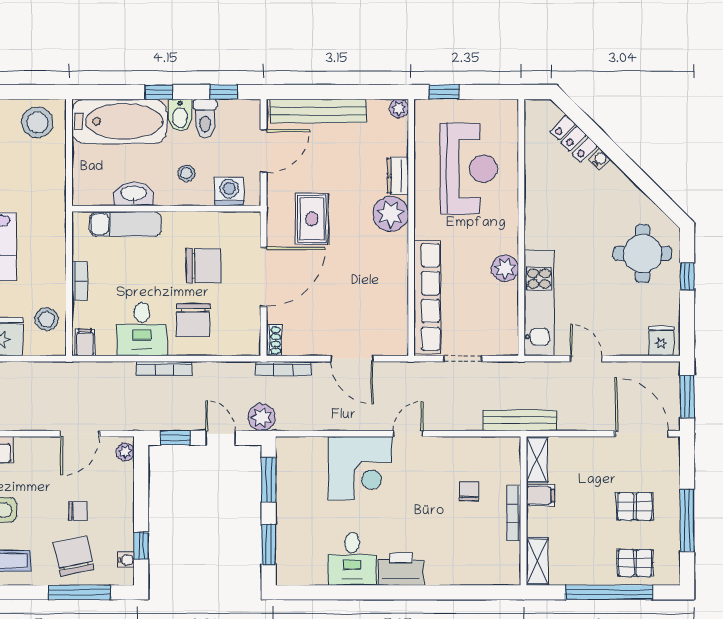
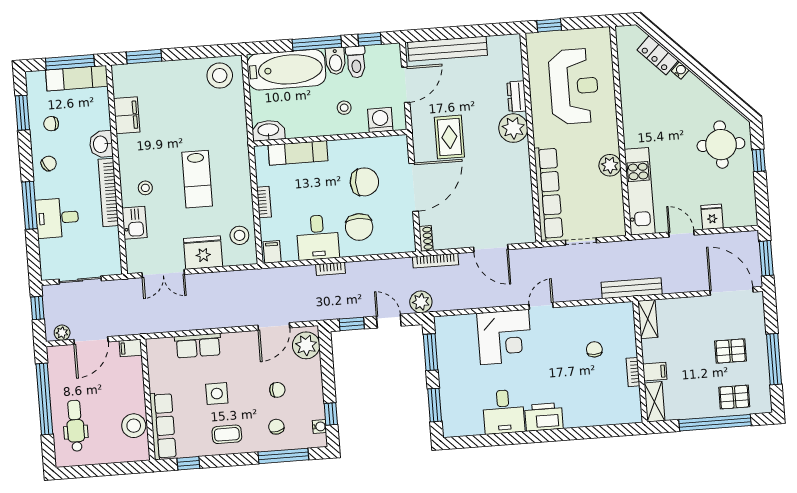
window: (159, 92) -> (317, 43), width x2.17
plant: (399, 108) -> (513, 42), removed
washbasin: (133, 194) -> (268, 130), moved
fridge: (661, 341) -> (712, 217), moved
bookcase: (164, 368) -> (330, 269), width x0.64
plant: (125, 452) -> (306, 345), width x1.88, depth x1.88
filing cabinet: (540, 495) -> (655, 372), moved
bookcase: (514, 513) -> (633, 372), width x0.64
chair: (74, 556) -> (276, 427), width x0.54, depth x0.54

